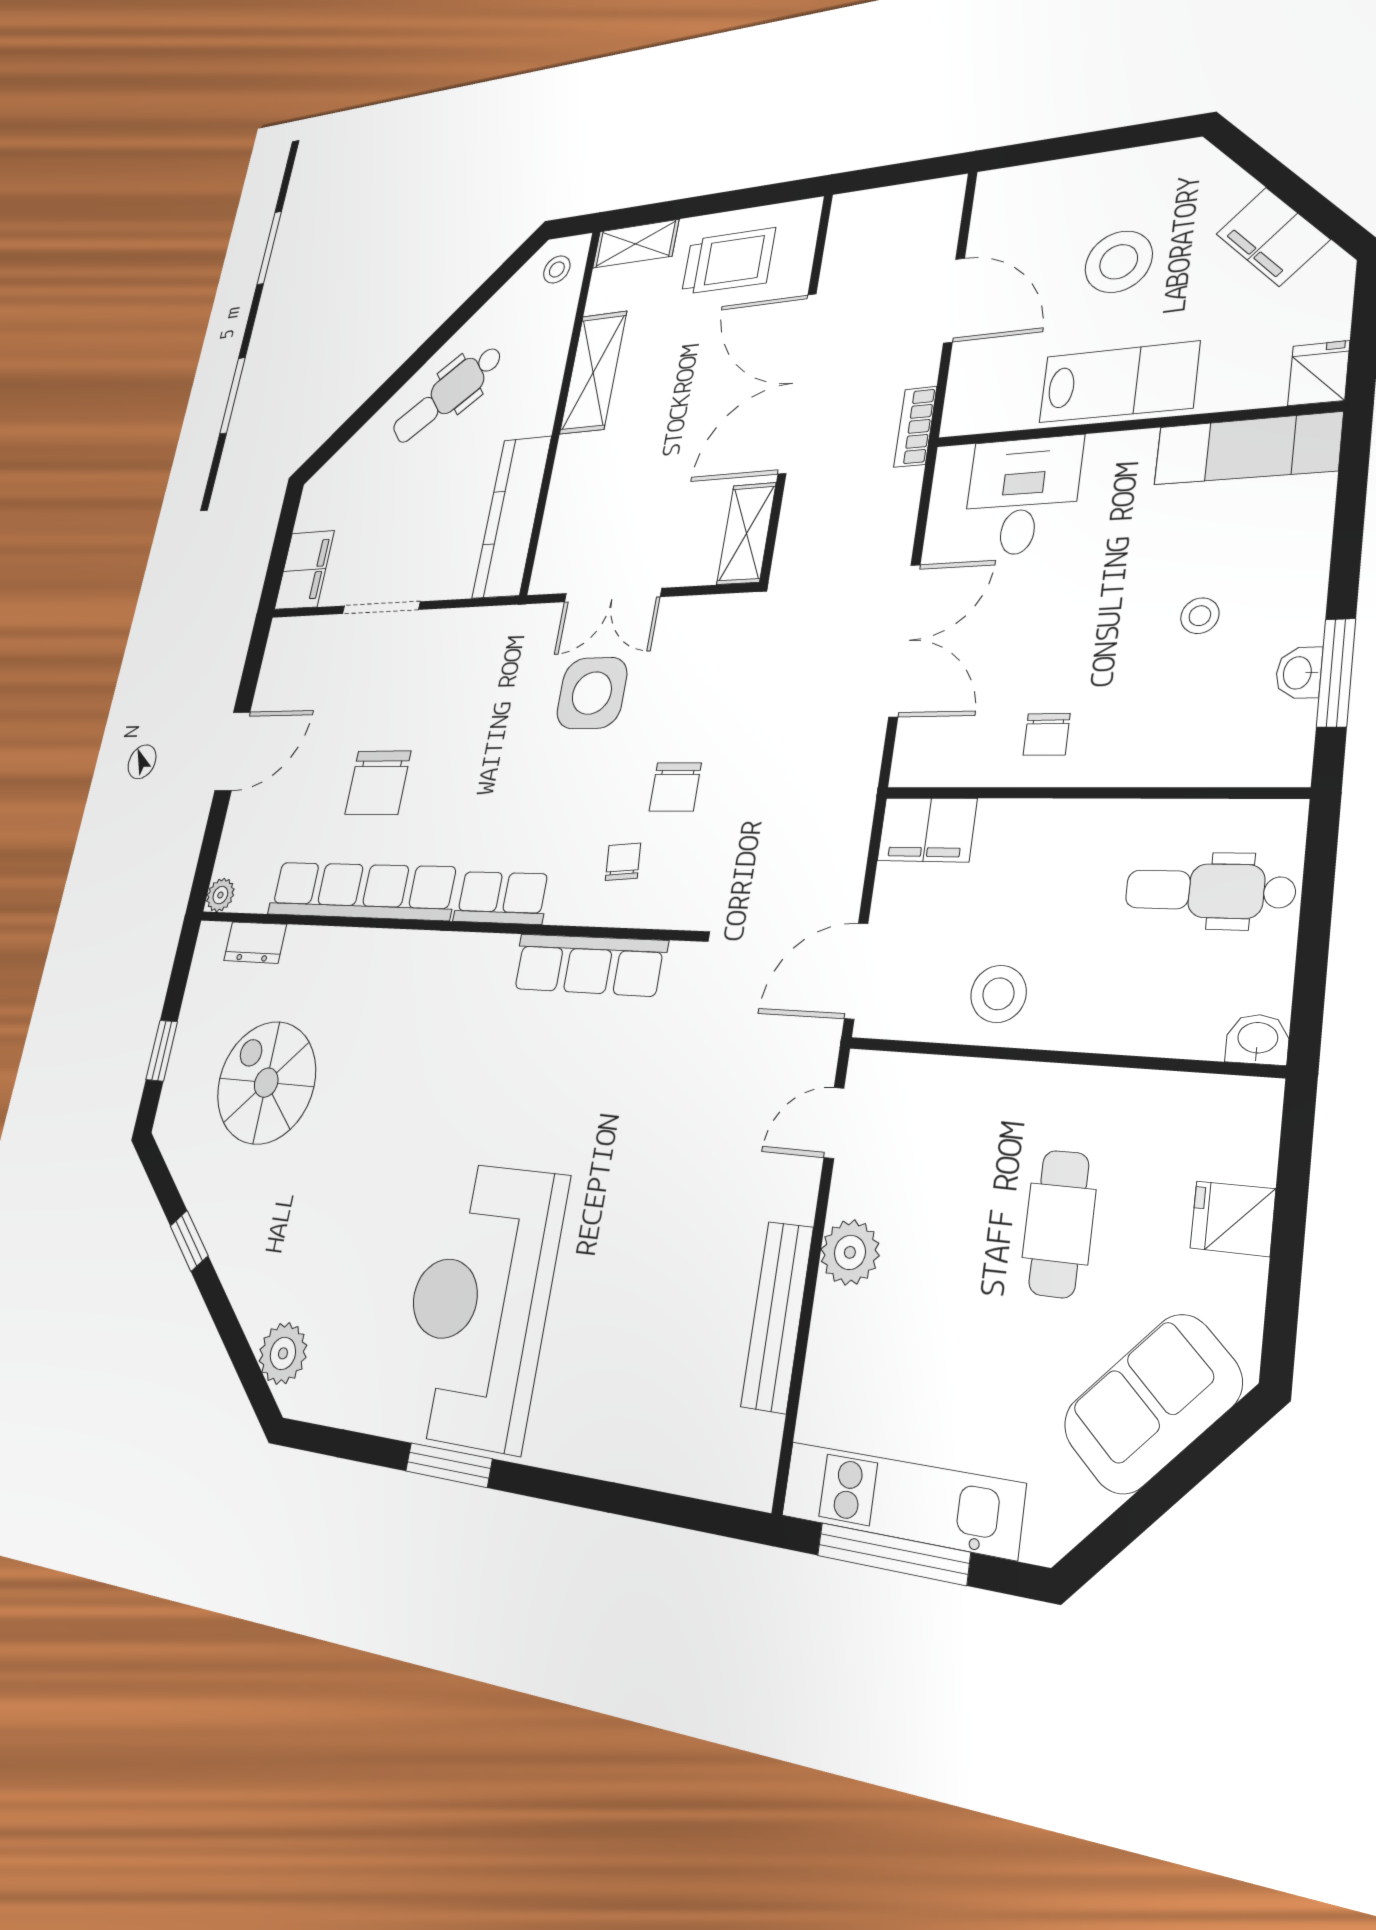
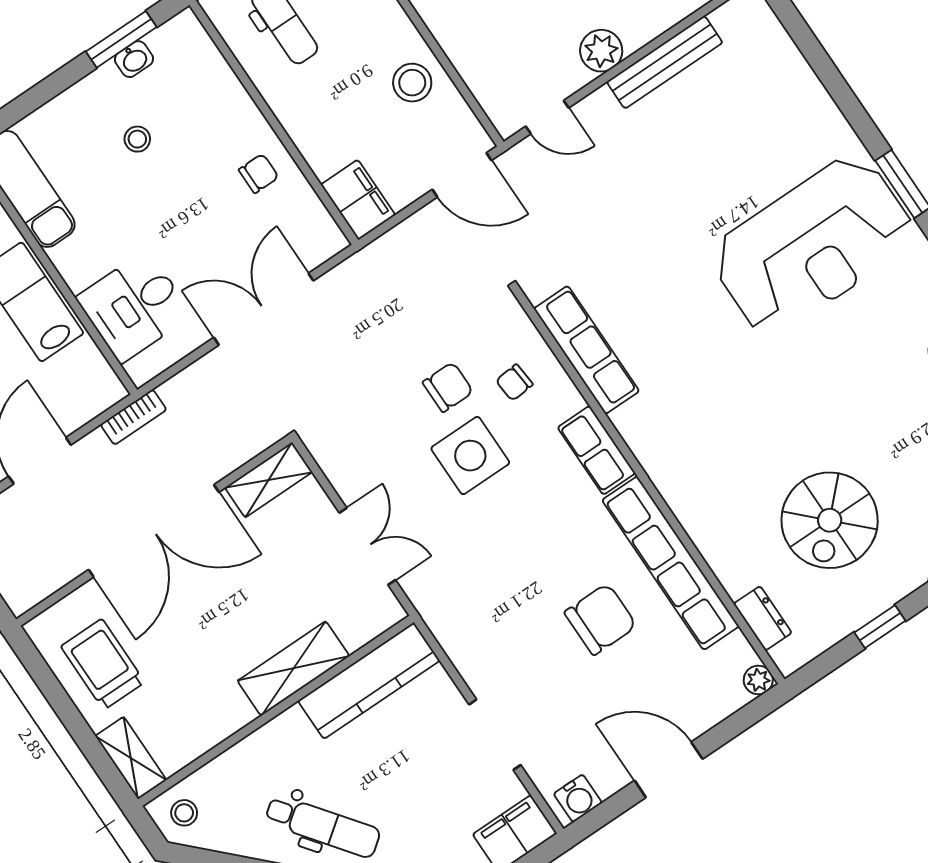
shelving: (593, 372) -> (293, 668), moved
water cooler: (281, 649) -> (578, 798), added
side table: (592, 693) -> (470, 456), moved

